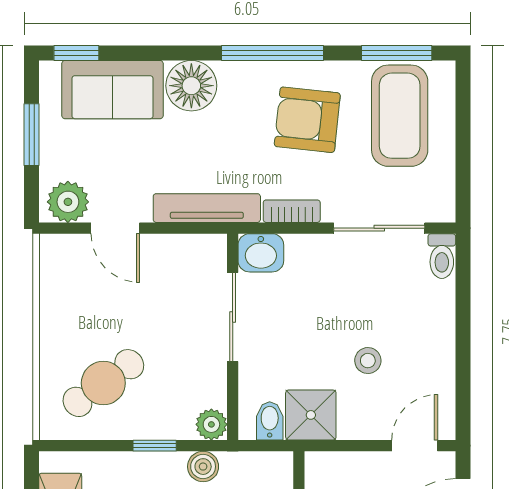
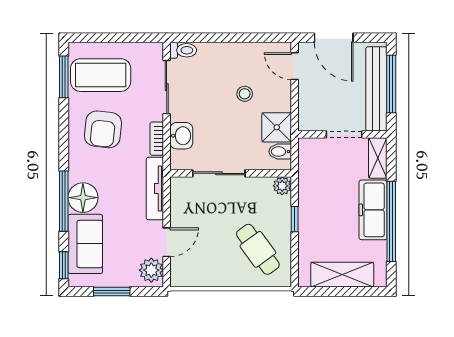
window: (273, 53) -> (64, 201), moved
washbasin: (261, 253) -> (181, 136), moved
boiler: (203, 467) -> (307, 191), removed

